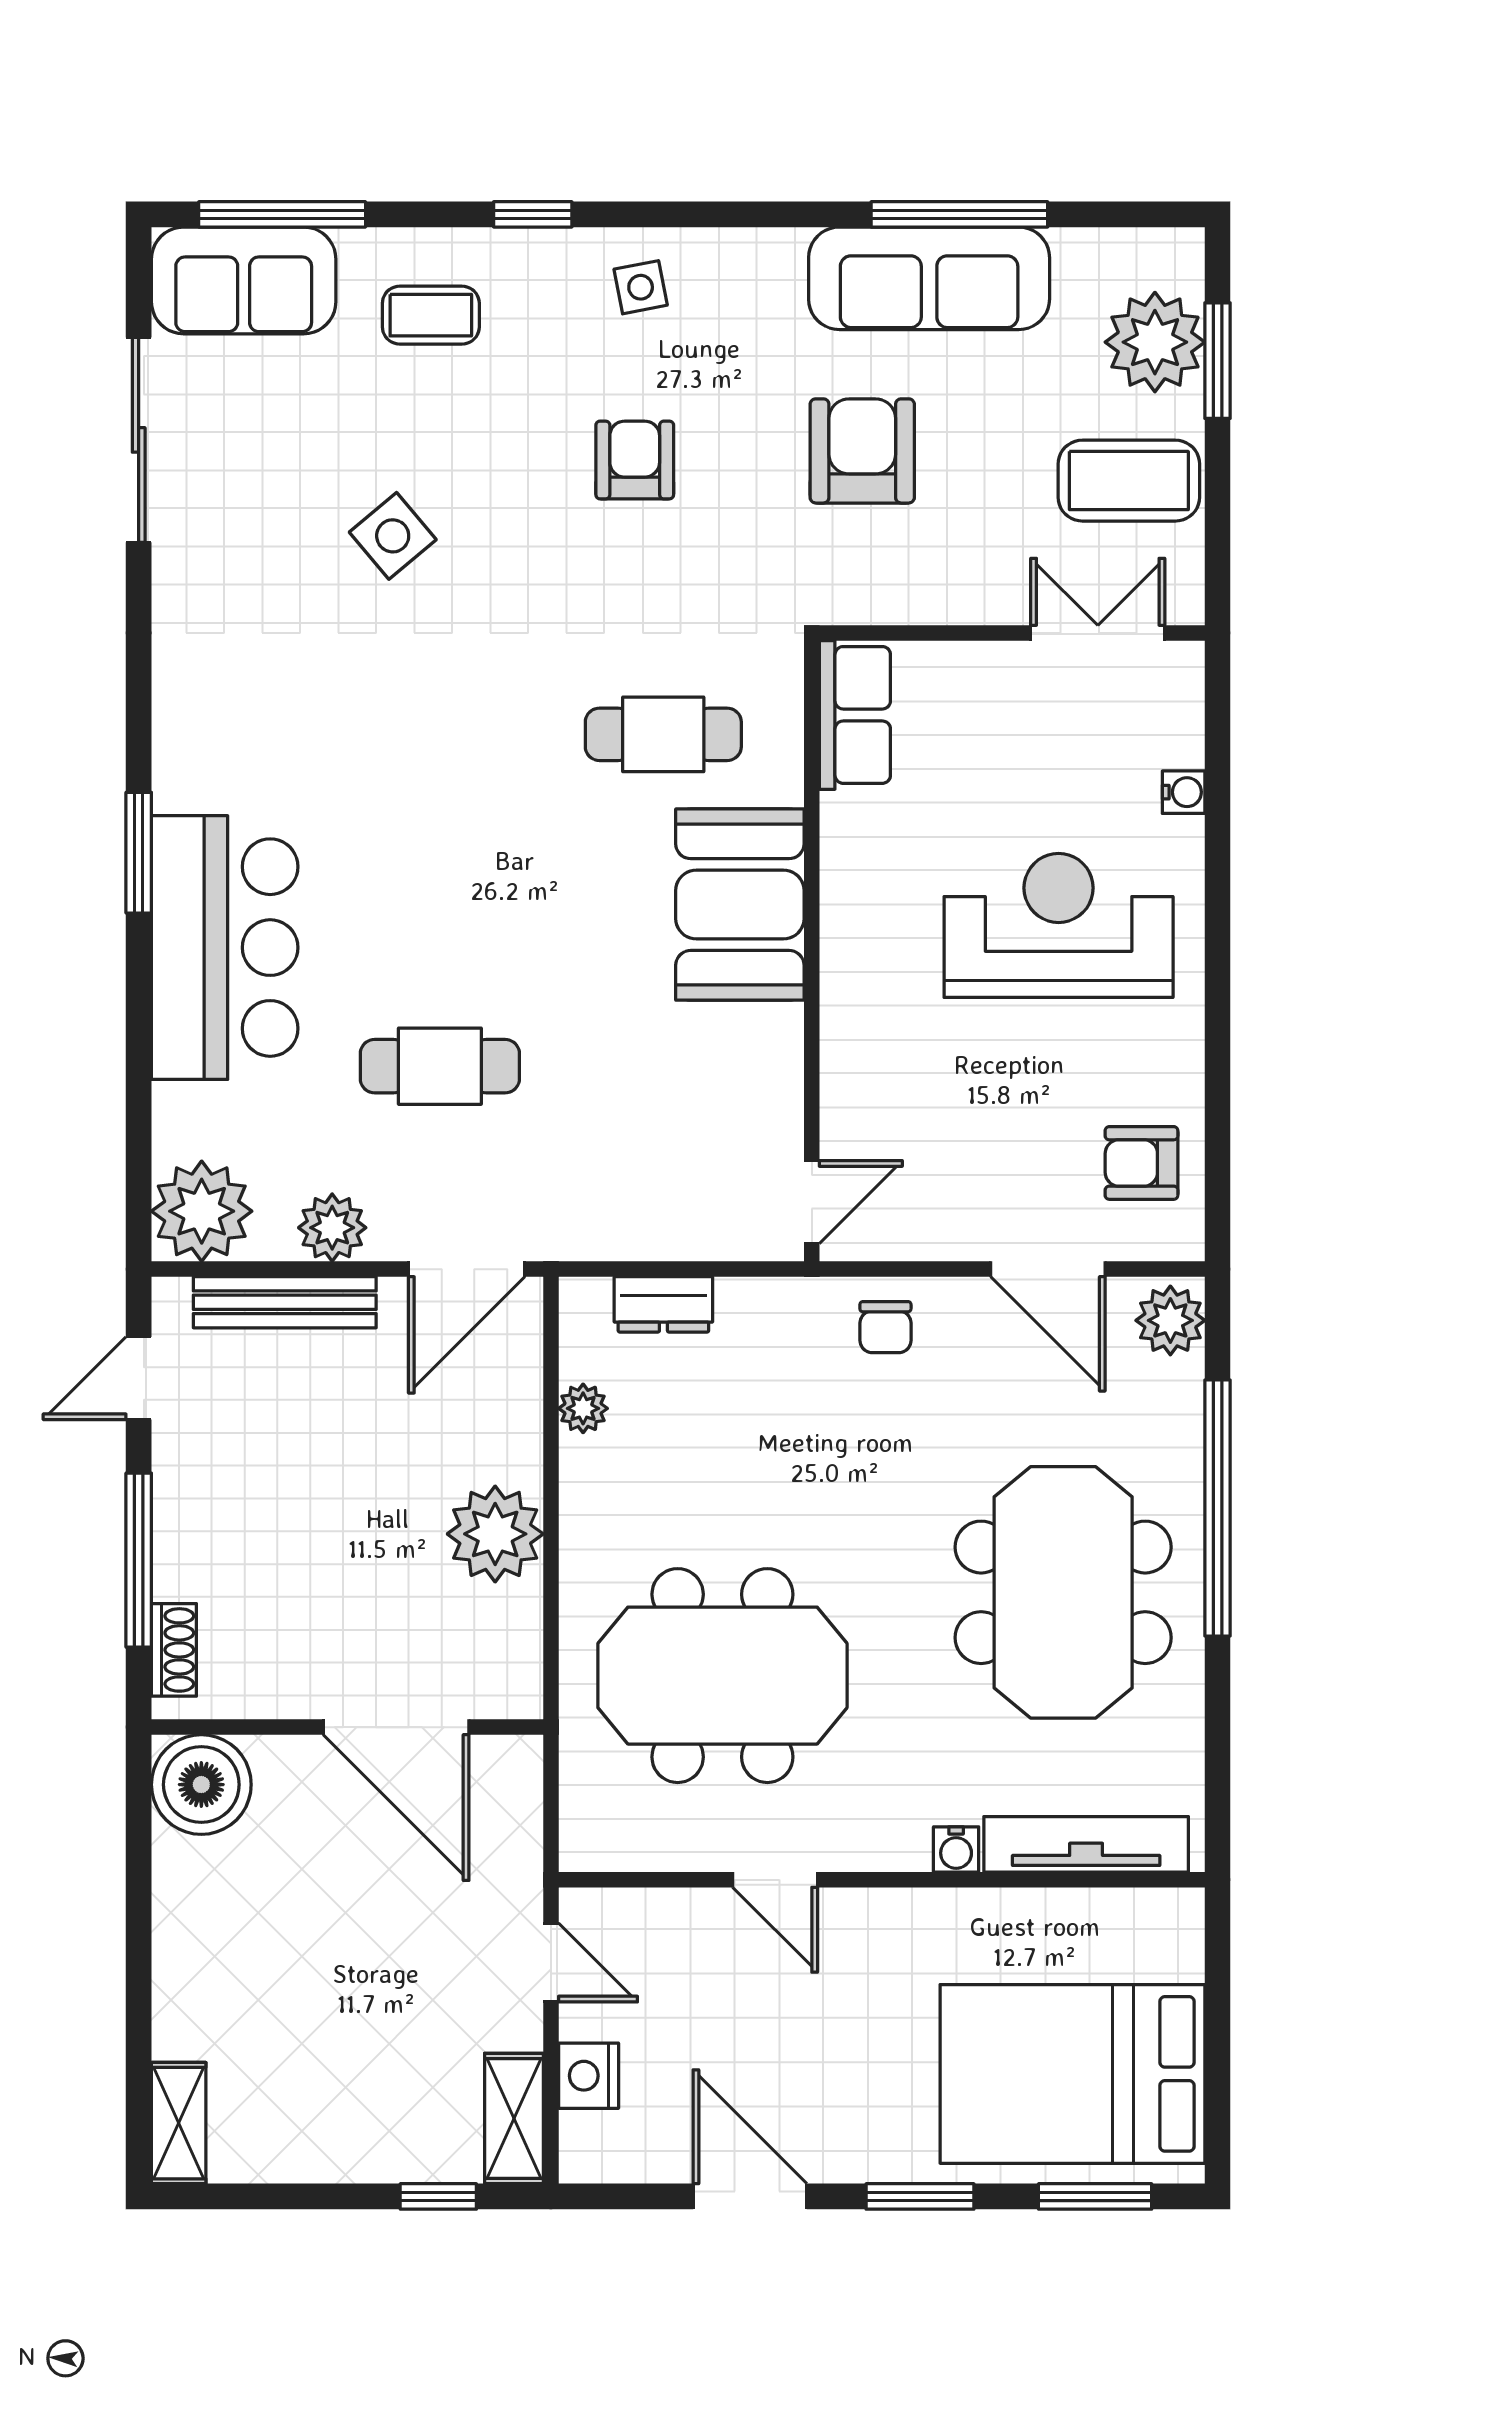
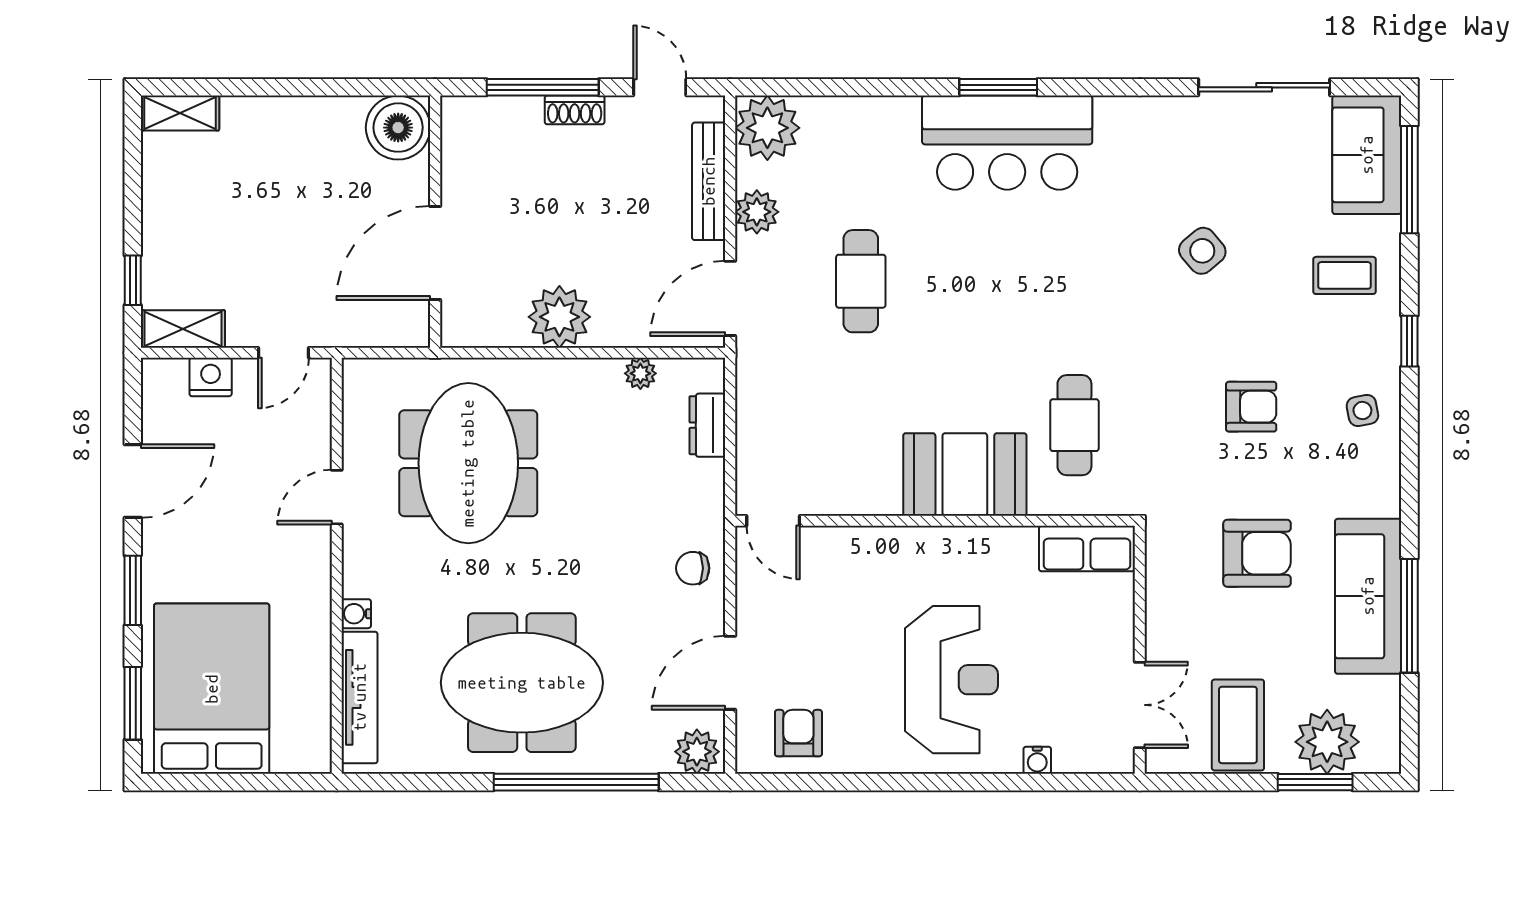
coffee table: (431, 315) -> (1344, 275), turned 90
bar counter: (225, 948) -> (1007, 143), moved
door: (467, 1269) -> (730, 298), hinge flipped
shoe rack: (174, 1650) -> (575, 110), moved

